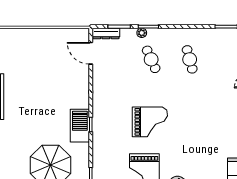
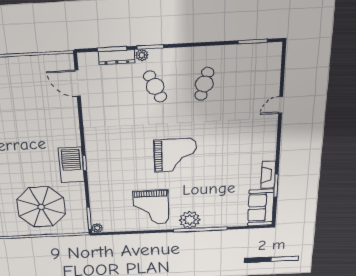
dresser: (106, 33) -> (117, 57), moved
cafe table: (190, 59) -> (204, 84), turned 30
grand piano: (150, 122) -> (175, 155), moved

